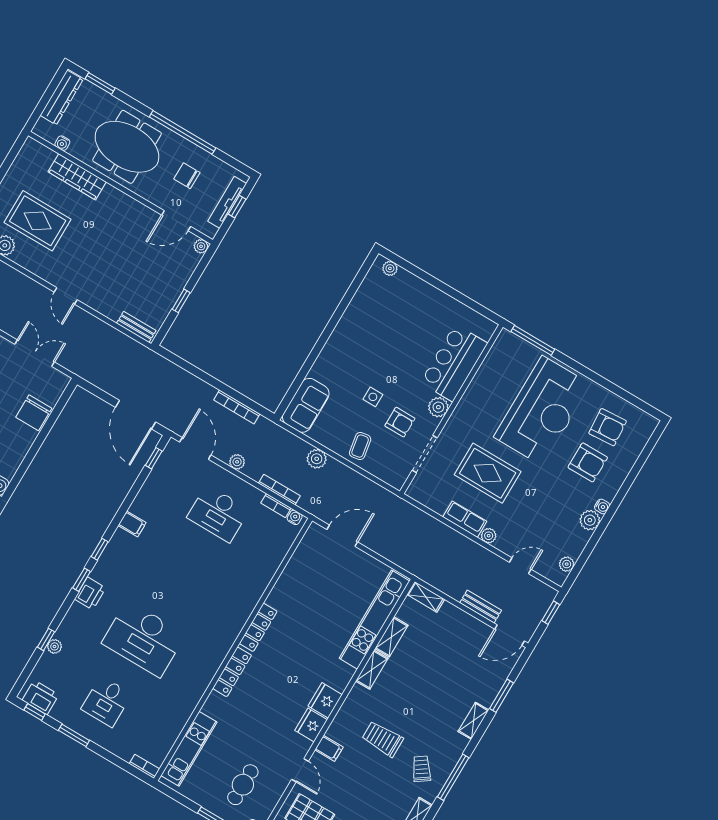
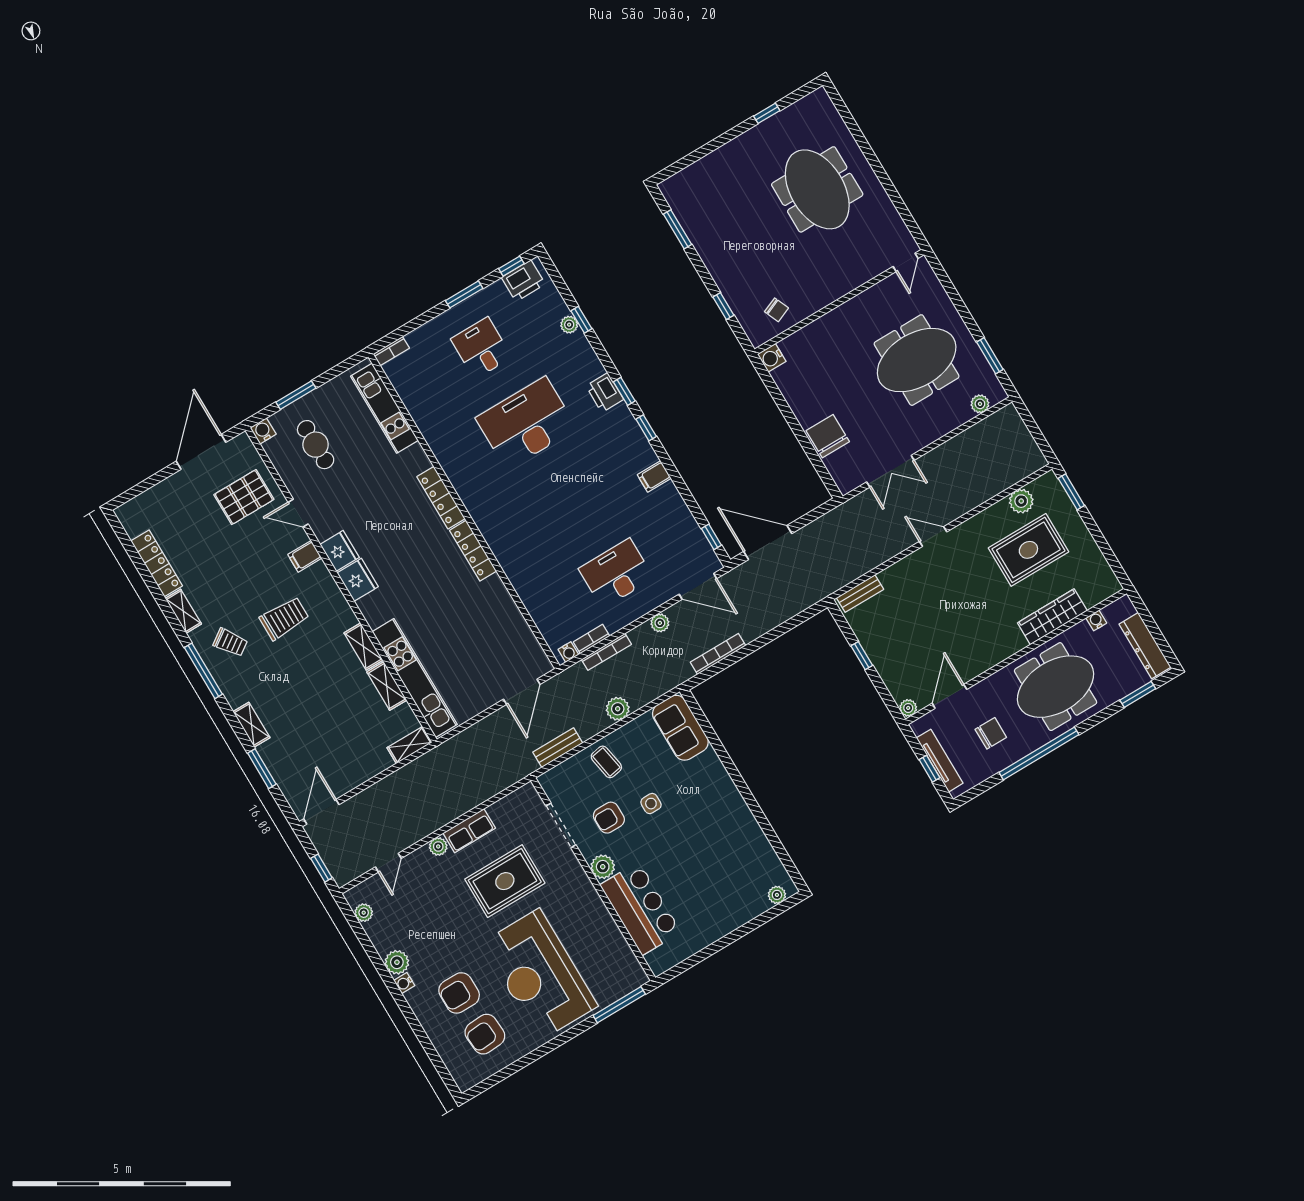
bench: (481, 607) -> (558, 748), moved

